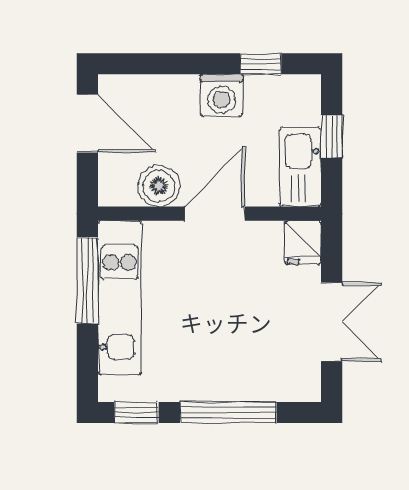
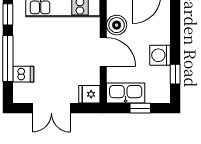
dishwasher: (261, 380) -> (23, 74), added

